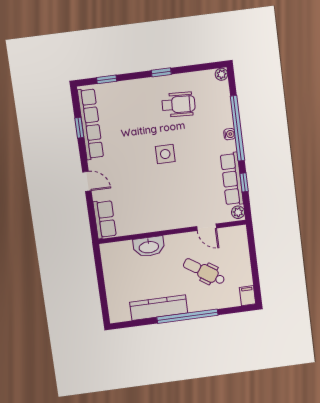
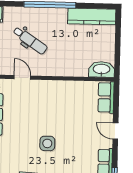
washbasin: (149, 247) -> (102, 69), moved
kitchen counter: (159, 308) -> (92, 16), moved

